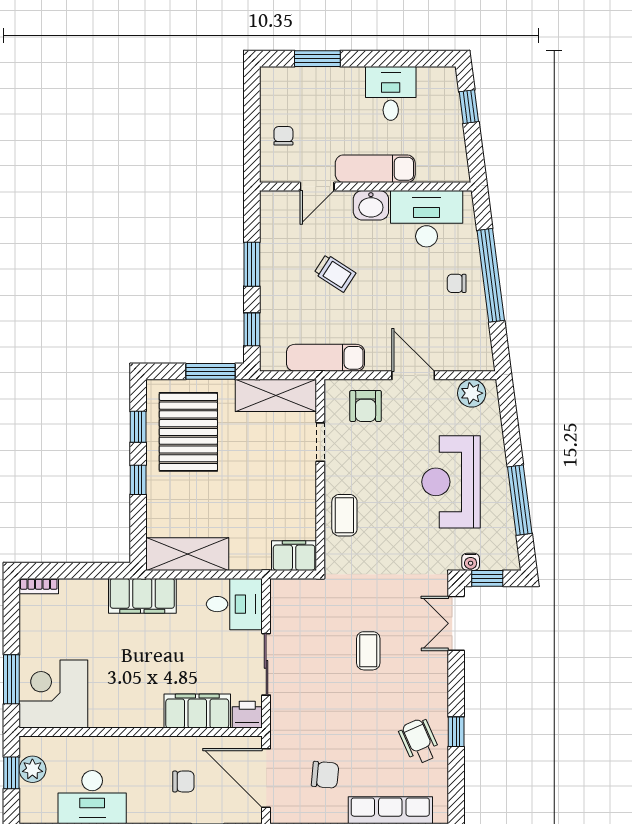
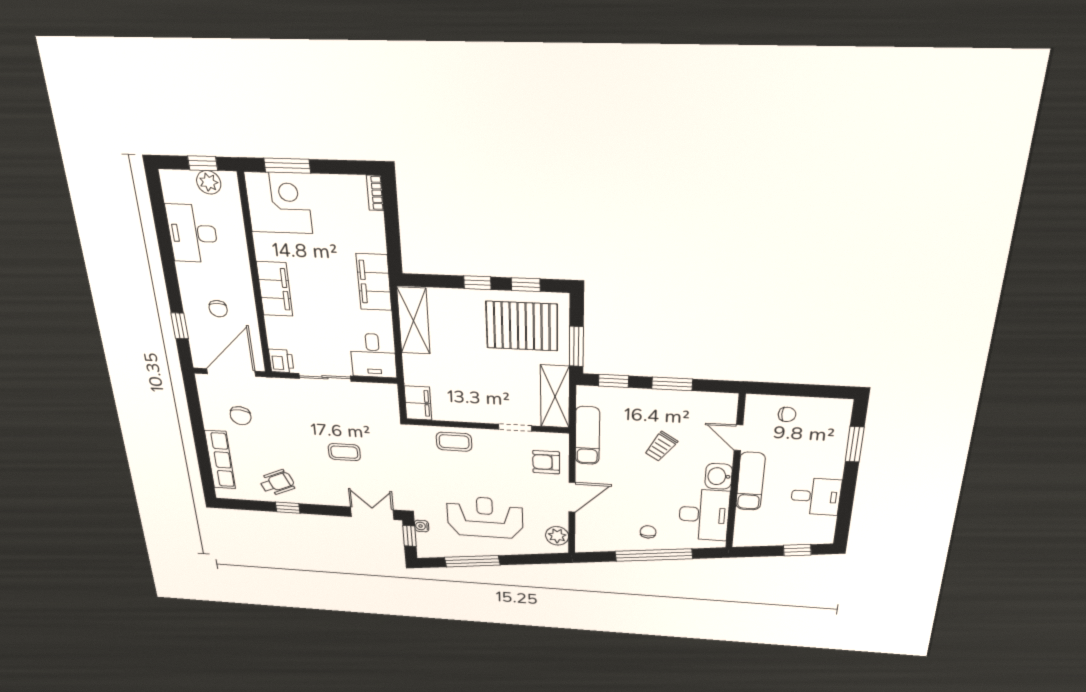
filing cabinet: (197, 711) -> (275, 289), moved

